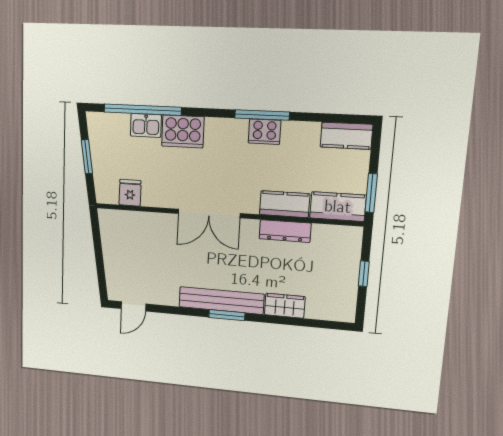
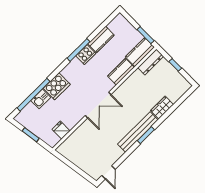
kitchen counter: (346, 136) -> (101, 39), moved
dresser: (285, 231) -> (151, 62), moved

